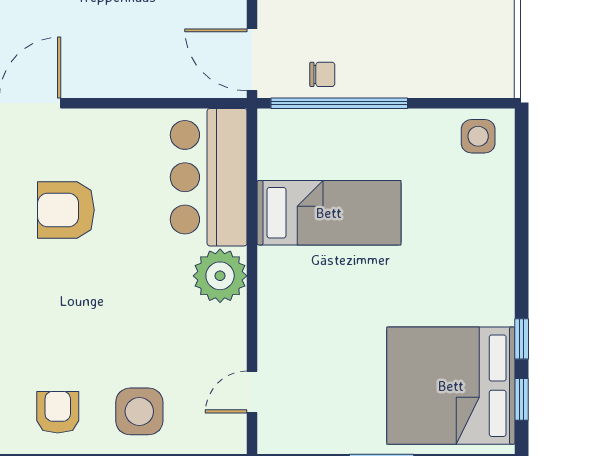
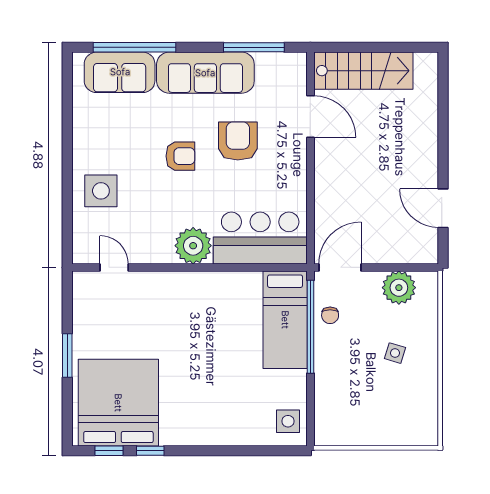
bed: (329, 213) -> (285, 320), moved
armchair: (58, 412) -> (180, 156), moved

